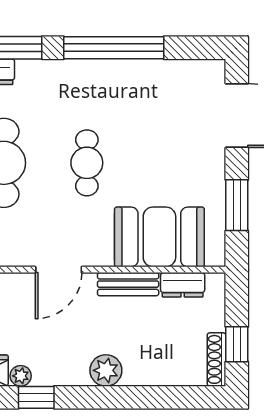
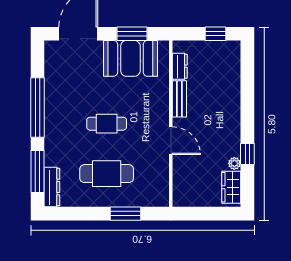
booth: (159, 237) -> (130, 58), moved, turned 90
shoe rack: (217, 359) -> (225, 46), removed
plant: (106, 370) -> (231, 112), removed

